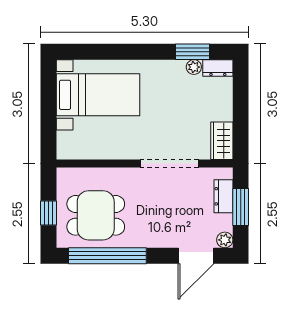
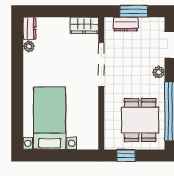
window: (192, 52) -> (17, 47), removed
window: (48, 213) -> (126, 155), moved
plant: (225, 240) -> (159, 72), moved

